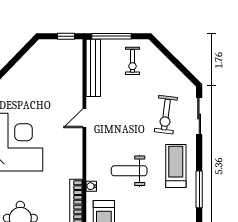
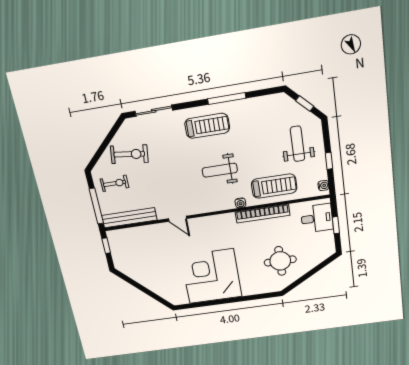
exercise bike: (166, 115) -> (129, 154), moved
treadmill: (176, 166) -> (207, 126), turned 180
weight bench: (129, 171) -> (220, 170), turned 90

